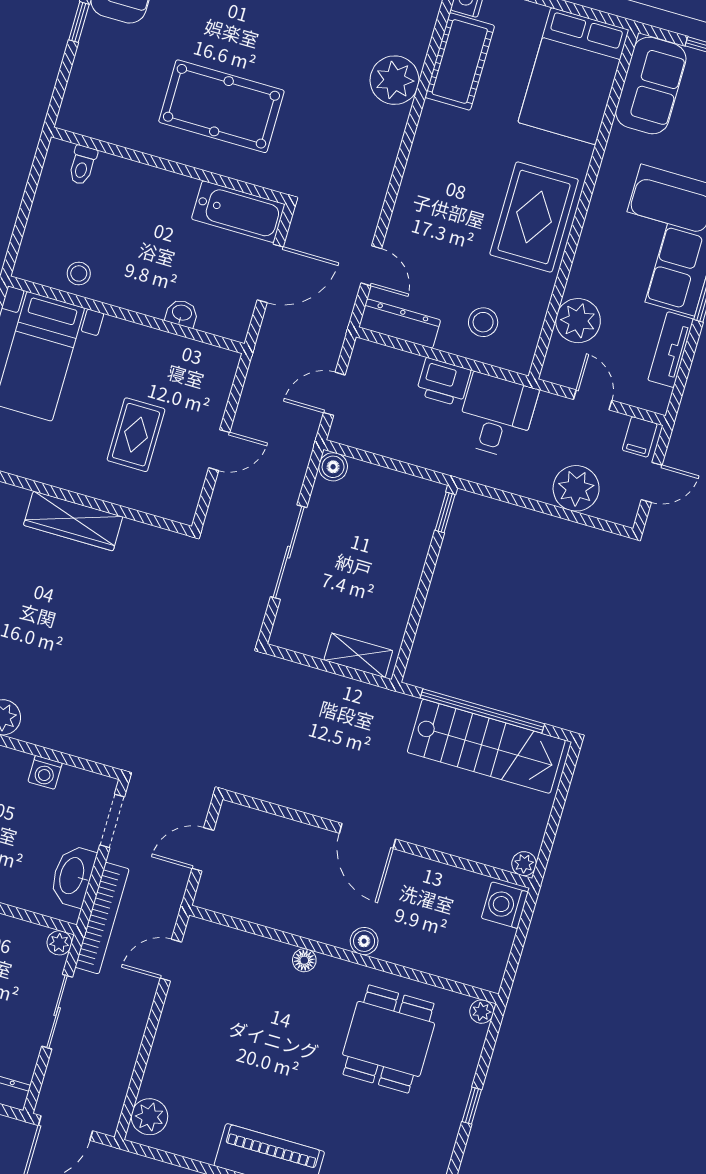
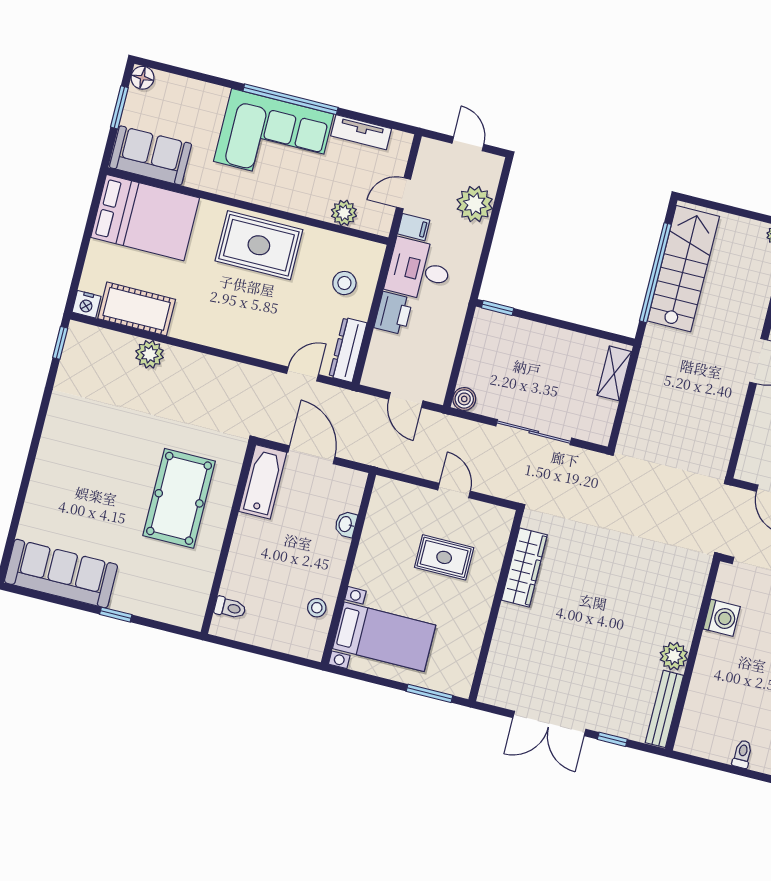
plant: (395, 80) -> (150, 354), width x0.73, depth x0.73
plant: (578, 321) -> (344, 213), width x0.73, depth x0.73
filing cabinet: (640, 437) -> (414, 227), moved
wardrobe: (73, 521) -> (524, 567), moved
washing machine: (45, 772) -> (722, 618), width x1.38, depth x1.38

